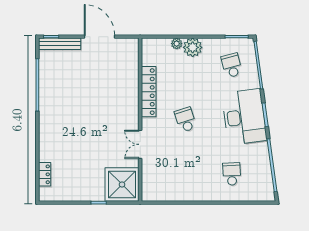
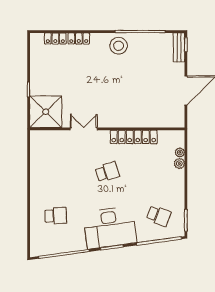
bench: (60, 44) -> (179, 47), width x0.73
plant: (193, 47) -> (180, 152), moved, width x0.53, depth x0.53
school desk: (232, 65) -> (159, 216), turned 36
stool: (52, 108) -> (119, 46), added
locker: (45, 150) -> (79, 38), added

